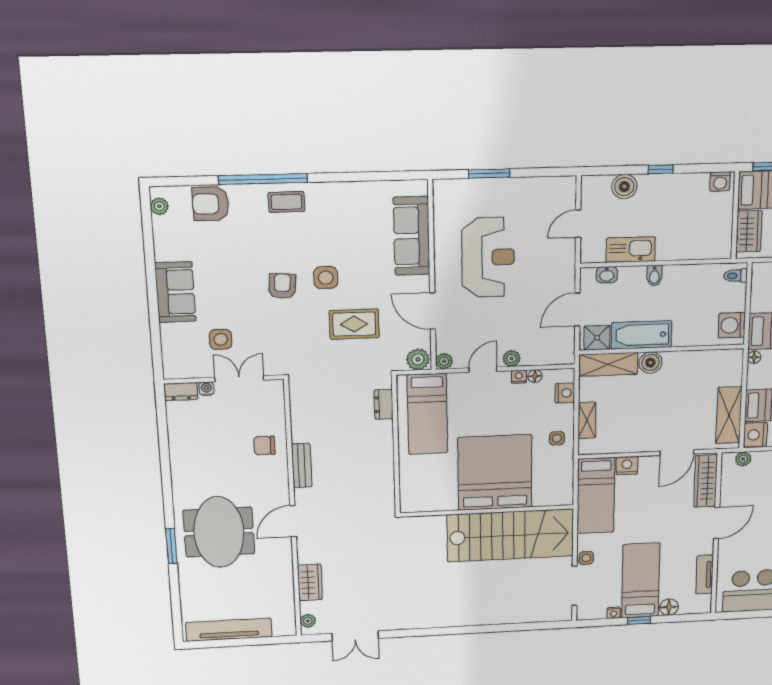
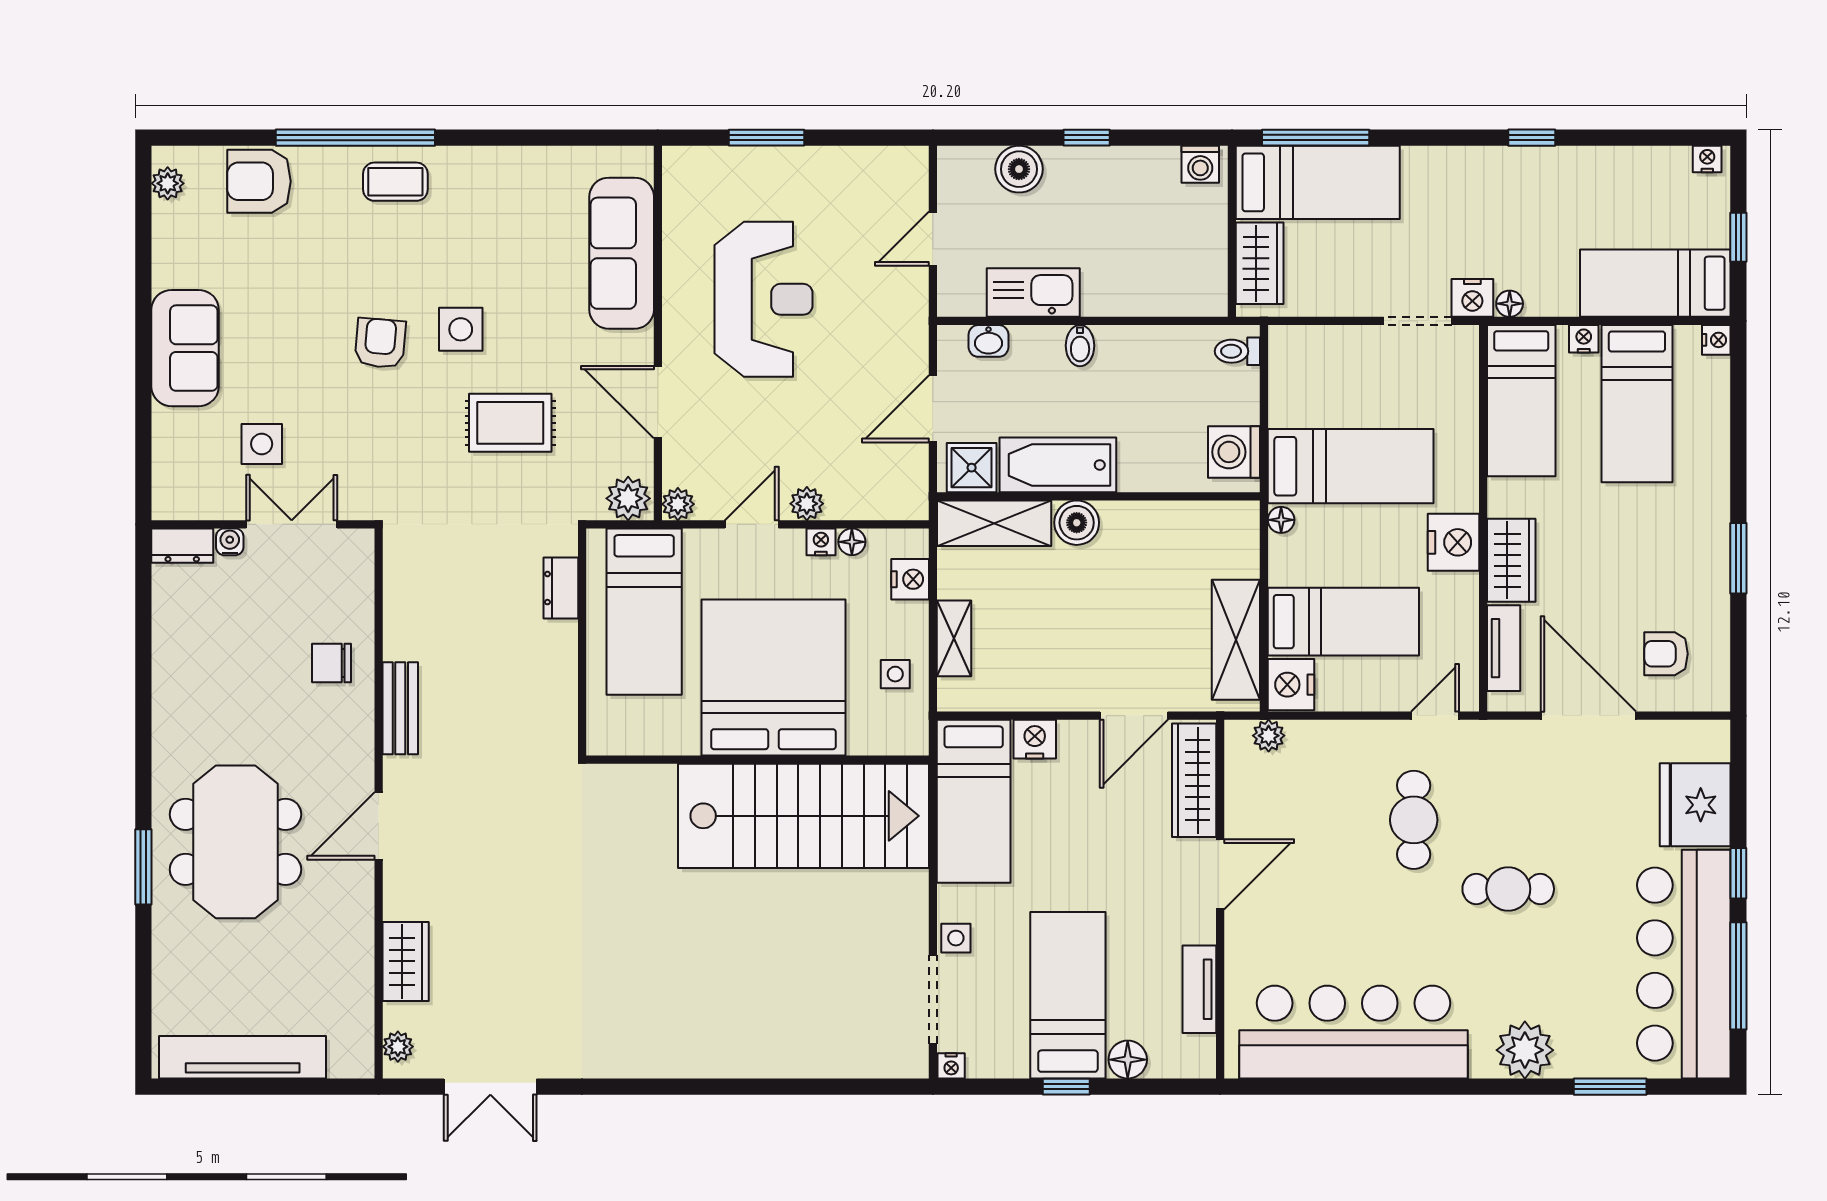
bed: (495, 473) -> (773, 677), moved
wall: (487, 511) -> (757, 760), moved
stairs: (510, 535) -> (803, 816), moved
nightstand: (614, 613) -> (951, 1066), moved

